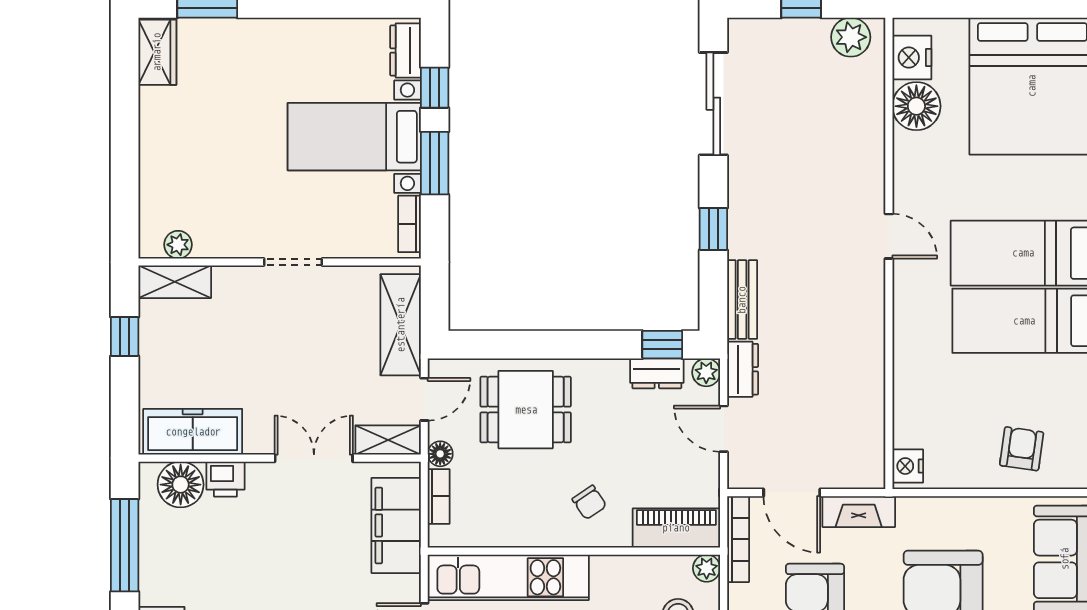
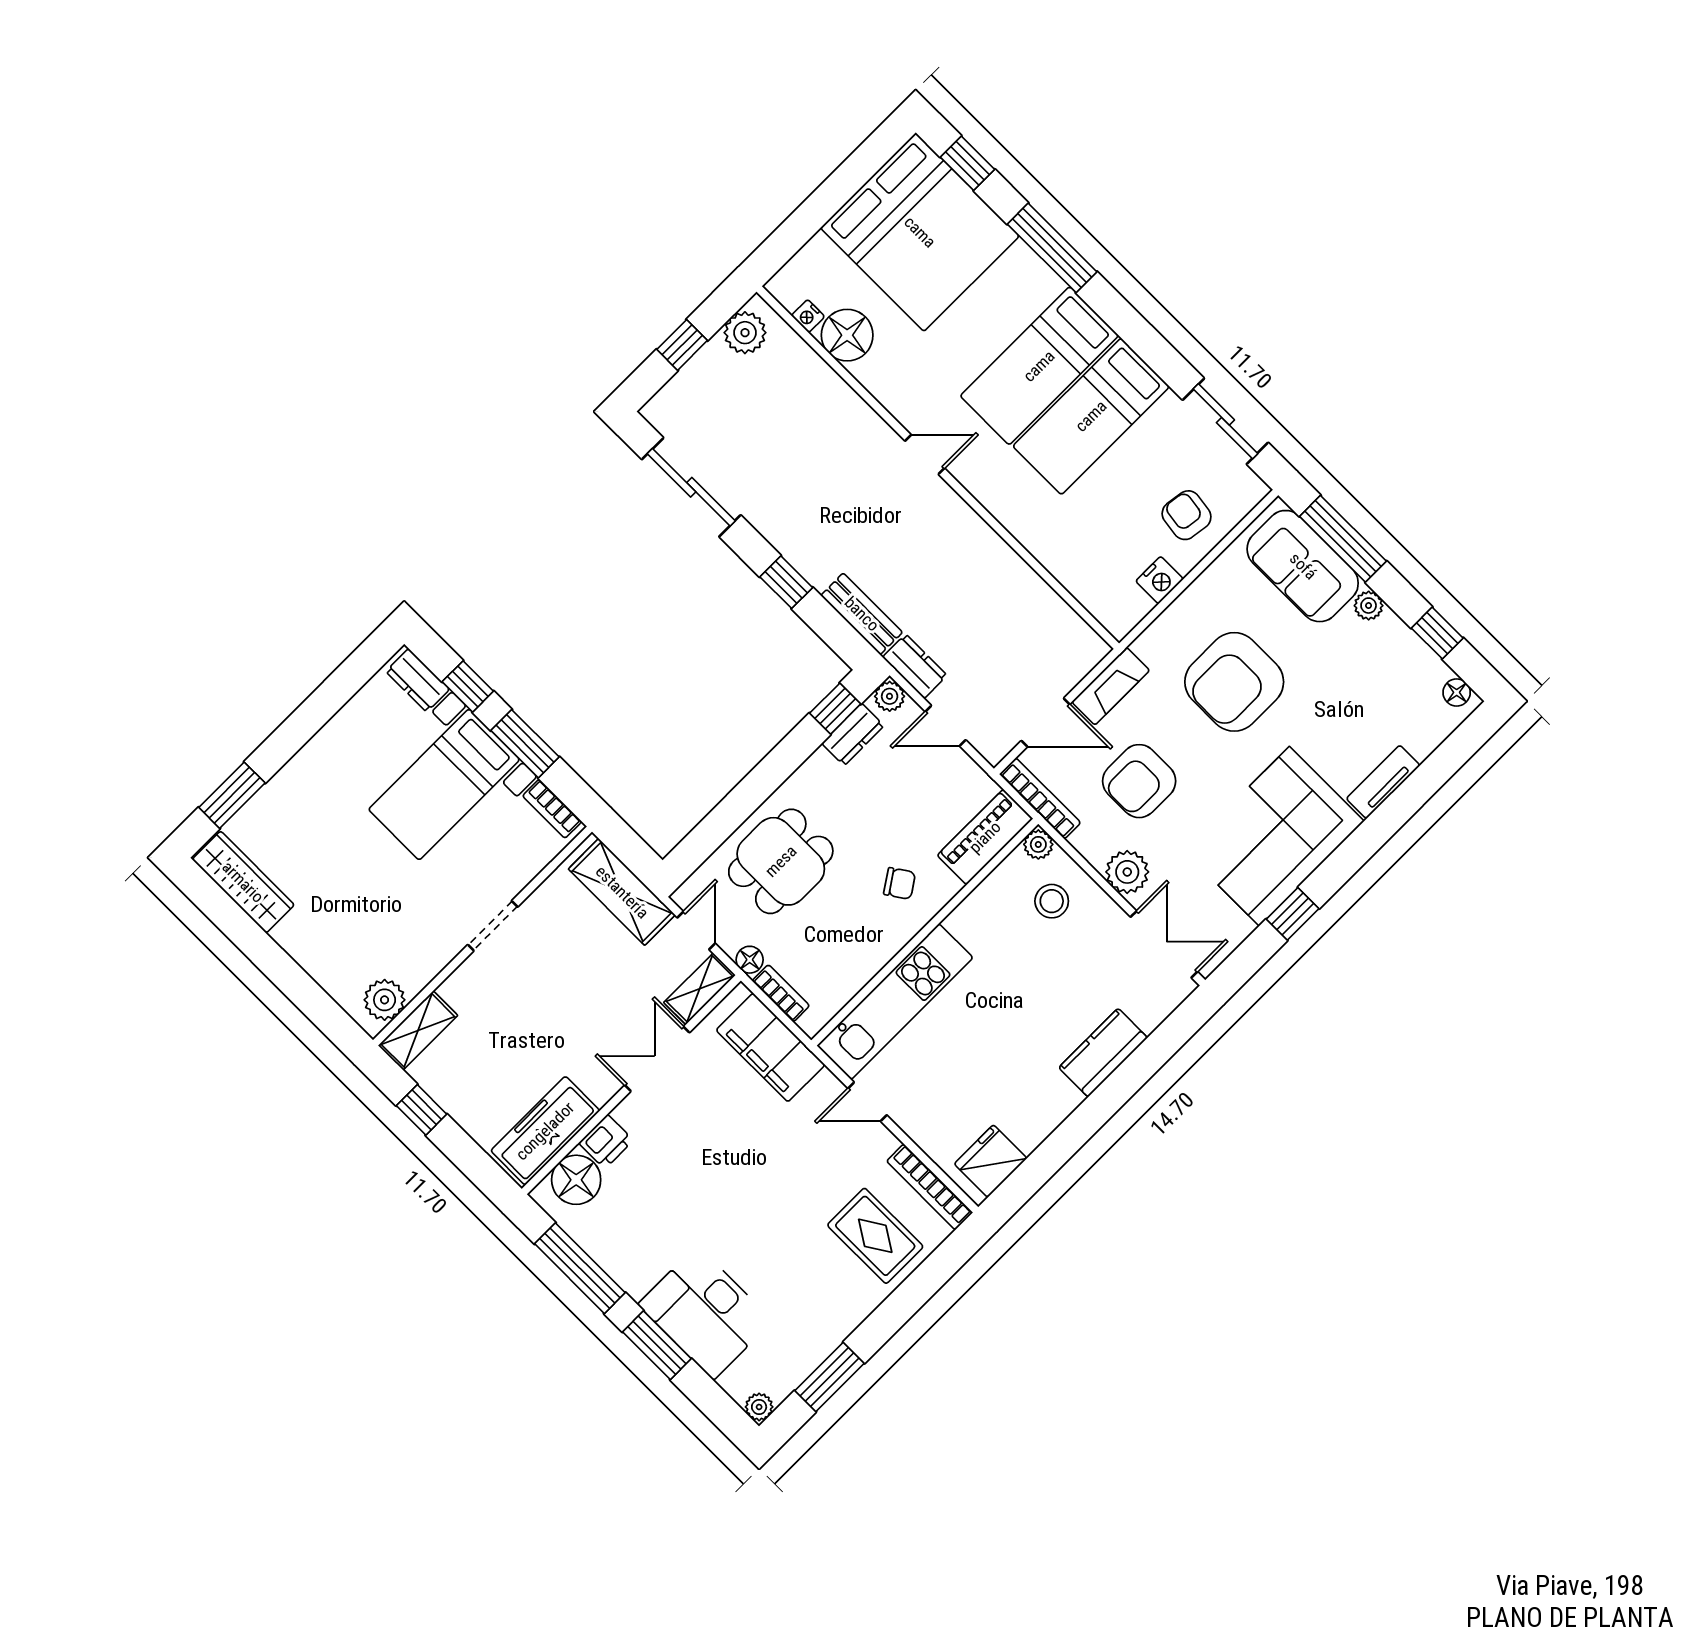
wardrobe: (157, 52) -> (243, 882), width x1.50
nightstand: (912, 57) -> (808, 316), width x0.53, depth x0.56
plant: (178, 245) -> (385, 1000), width x1.38, depth x1.38
nightstand: (908, 466) -> (1160, 580), moved, turned -90

